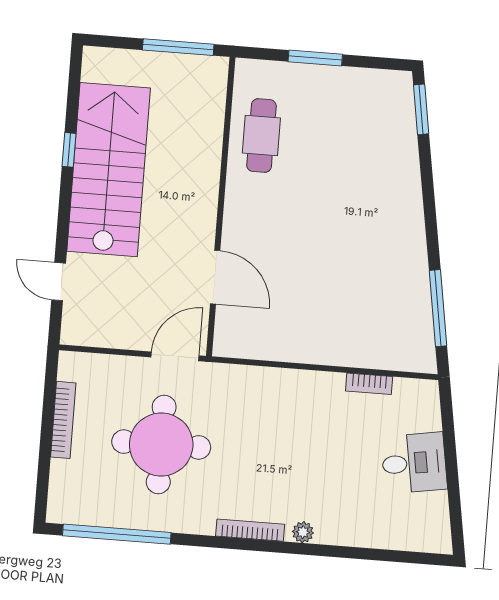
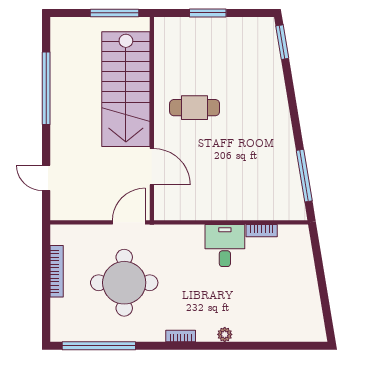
cafe table: (261, 136) -> (195, 108), moved, turned 90
window: (69, 150) -> (46, 88), width x3.17
stairs: (109, 170) -> (126, 89), moved, turned 180
desk: (414, 463) -> (225, 246), moved, turned -81
bookcase: (250, 530) -> (181, 336), width x0.64

